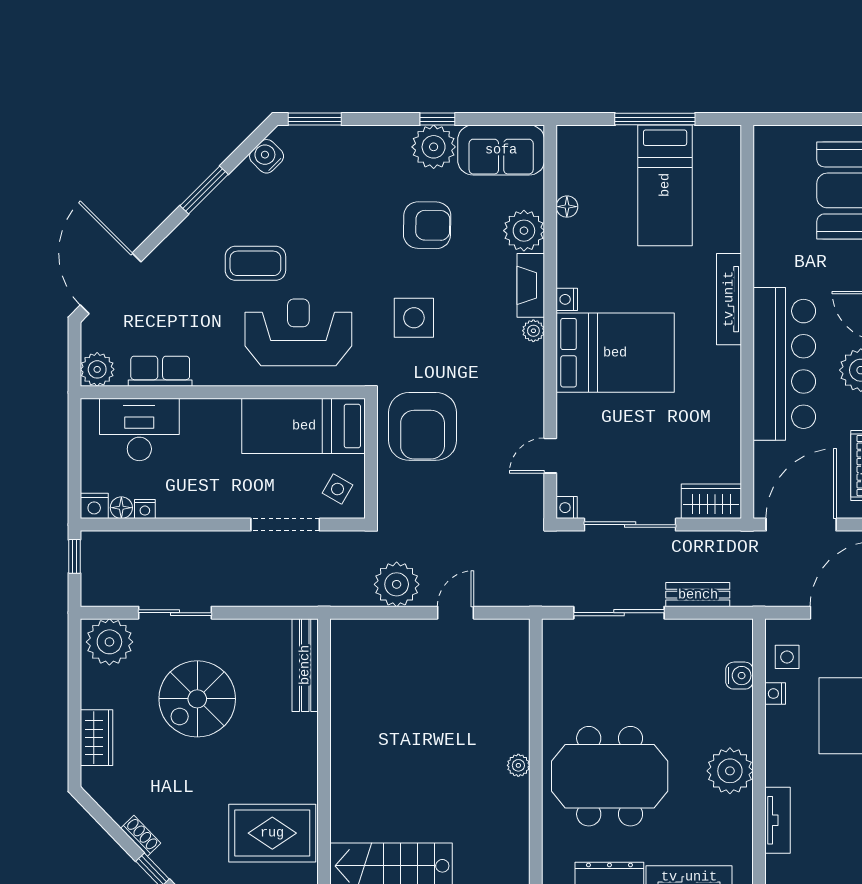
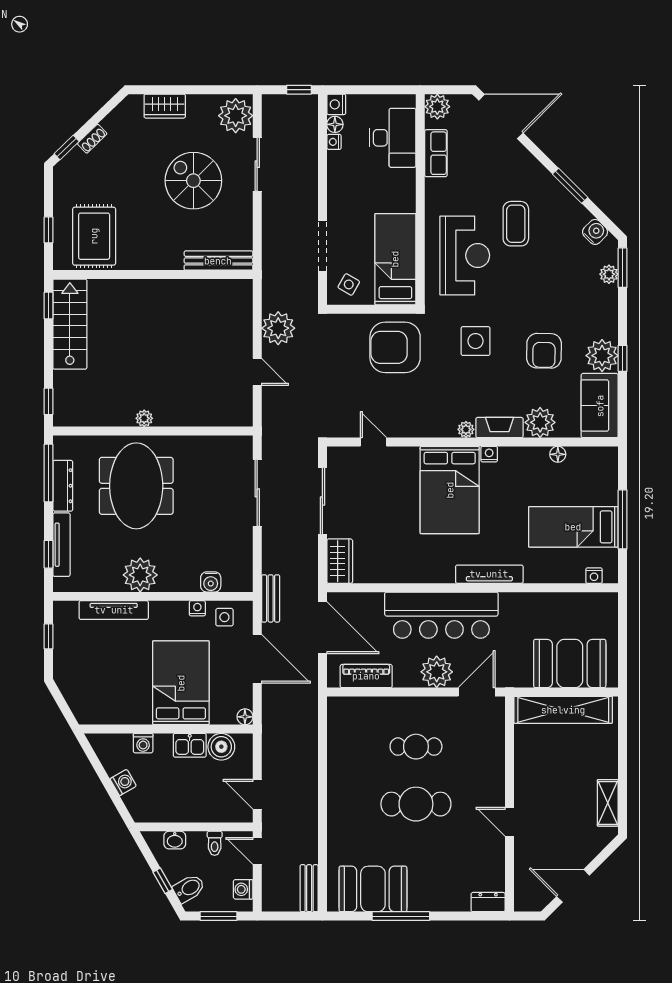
plant: (324, 138) -> (609, 274), added
nightstand: (567, 508) -> (594, 576), moved, turned 180
bench: (698, 595) -> (271, 598), moved
tv unit: (777, 820) -> (114, 610), width x1.41

